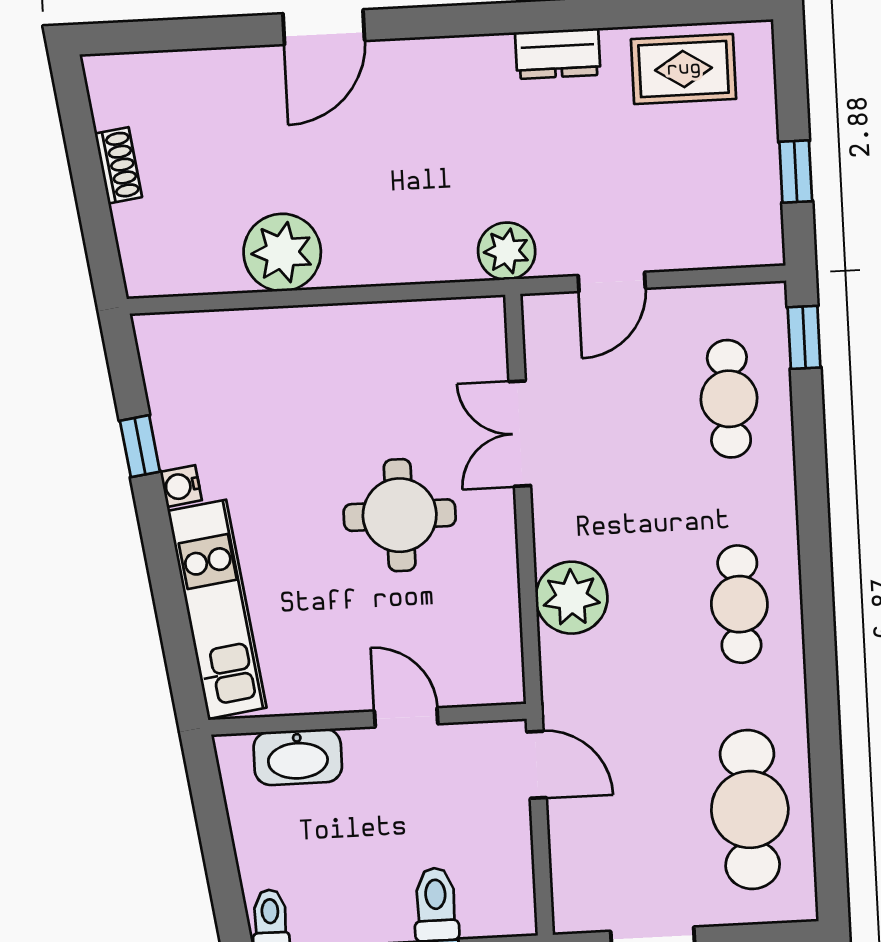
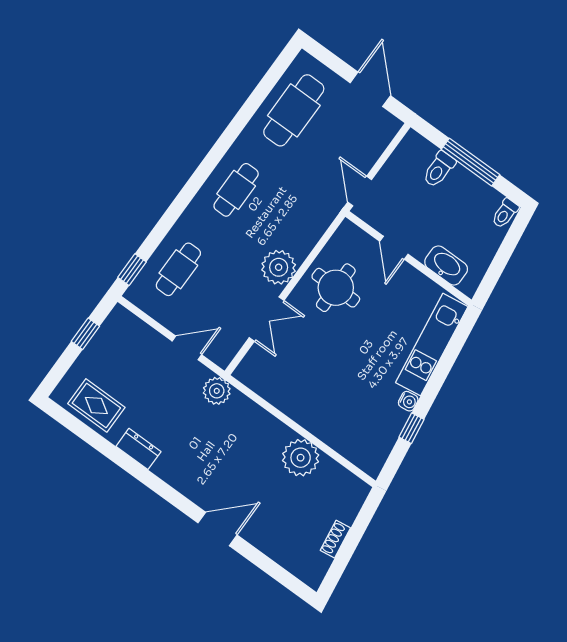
round table: (400, 515) -> (336, 288), moved
plant: (572, 598) -> (279, 267), moved

